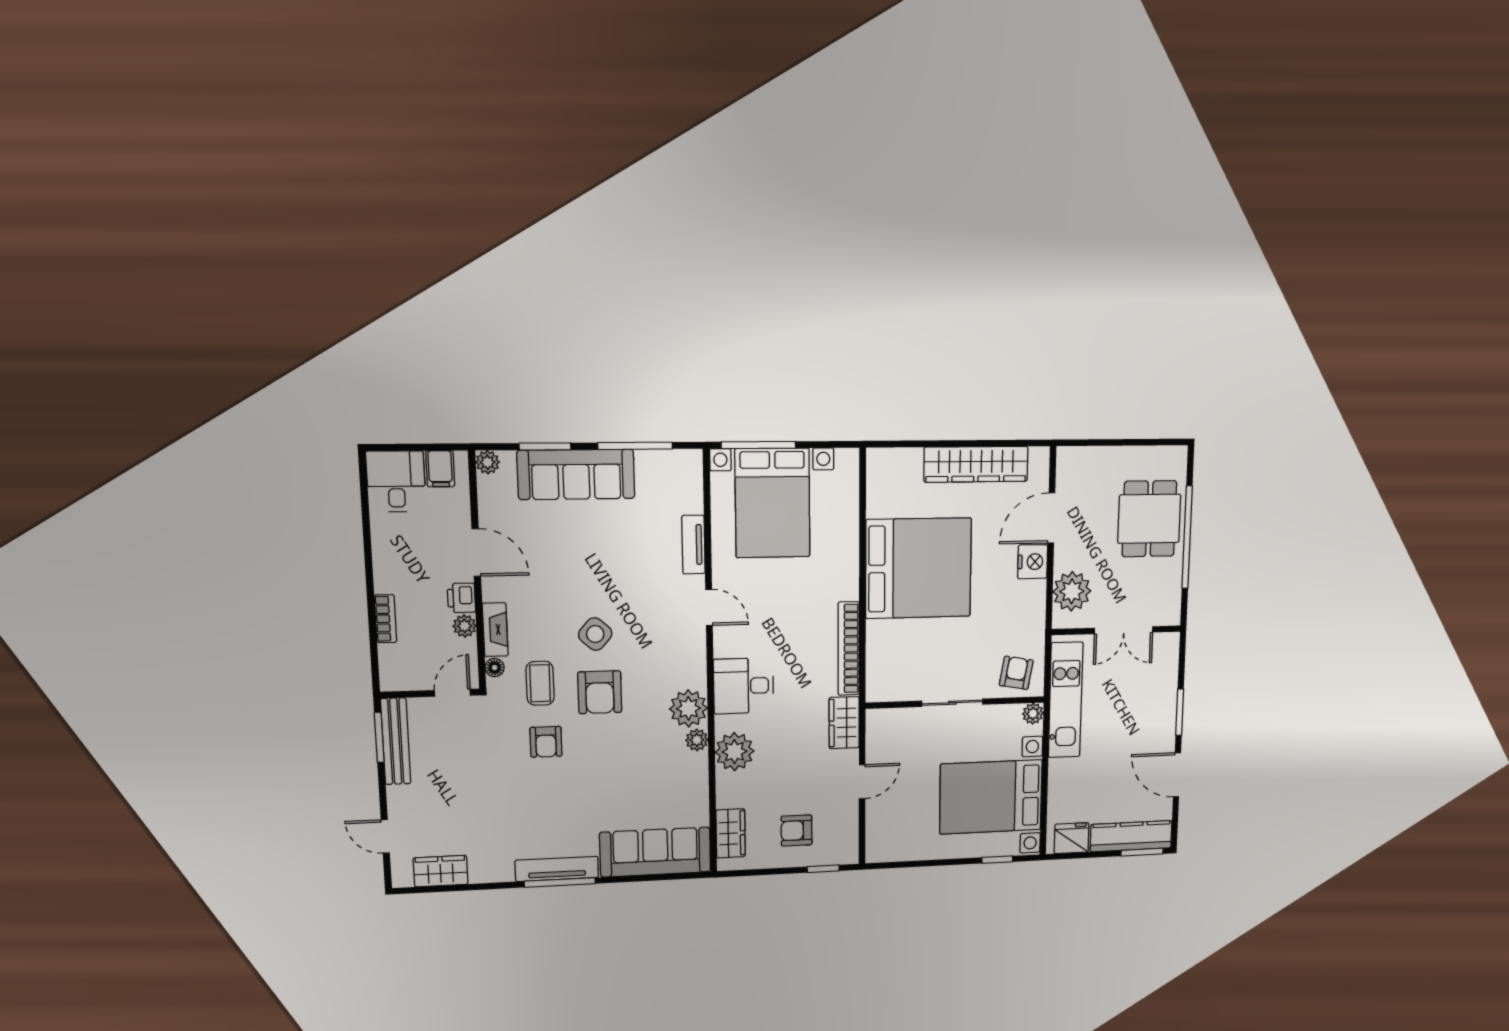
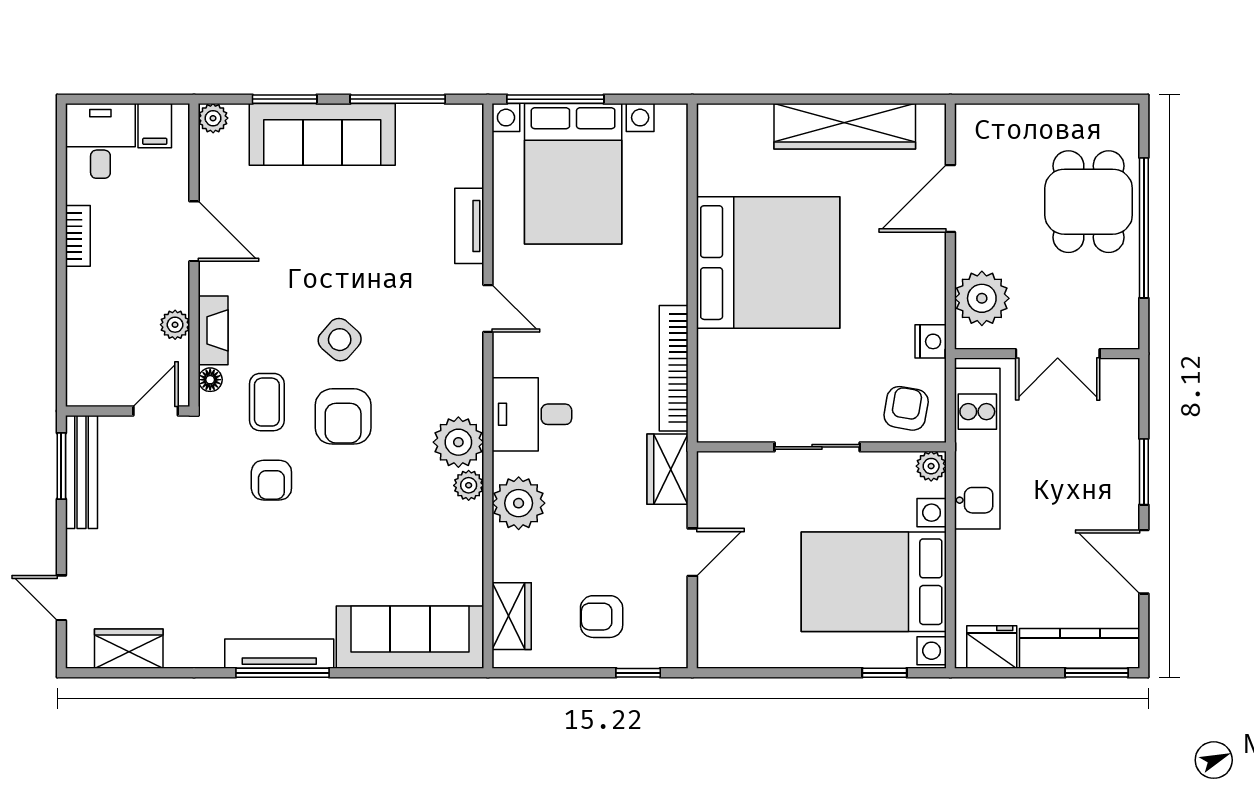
nightstand: (1033, 562) -> (931, 341), moved, width x0.74, depth x0.75
printer: (461, 598) -> (173, 289), removed
bookcase: (385, 619) -> (78, 236), moved

